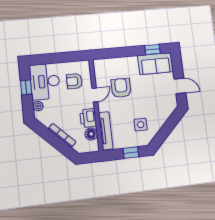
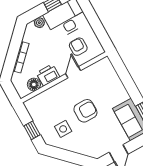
armchair: (121, 88) -> (85, 111), moved
door: (95, 95) -> (73, 72), swing flipped
tv unit: (106, 131) -> (43, 97), removed

